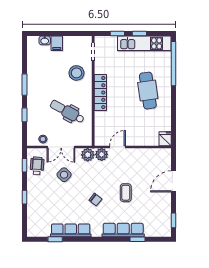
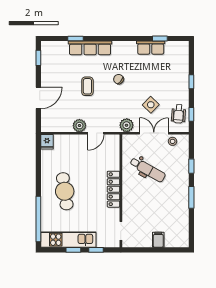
washbasin: (45, 40) -> (171, 243), removed
stool: (76, 73) -> (138, 209), removed
plant: (102, 154) -> (79, 126), moved
row of seats: (71, 230) -> (151, 48), width x0.68

